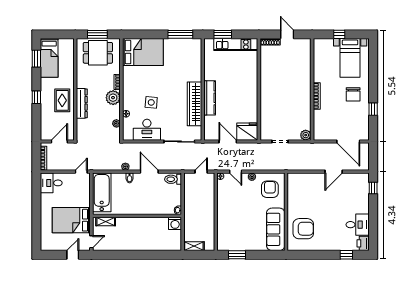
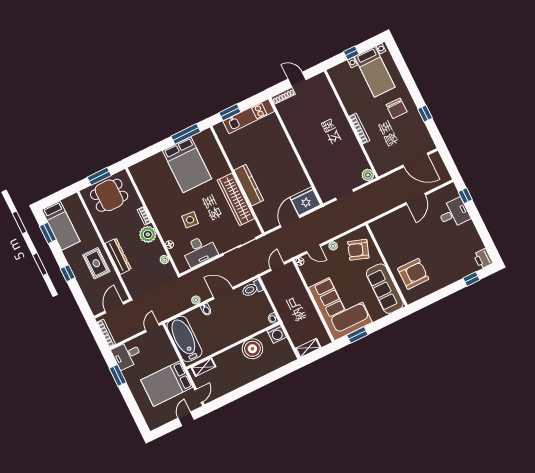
bed: (143, 52) -> (187, 165), moved, turned 90
door: (228, 142) -> (290, 221), hinge flipped
armchair: (270, 189) -> (358, 250), turned -71
window: (36, 195) -> (118, 375), added
corner sofa: (235, 225) -> (340, 305), added
desk: (358, 225) -> (454, 213), moved
boiler: (151, 226) -> (252, 349), added

